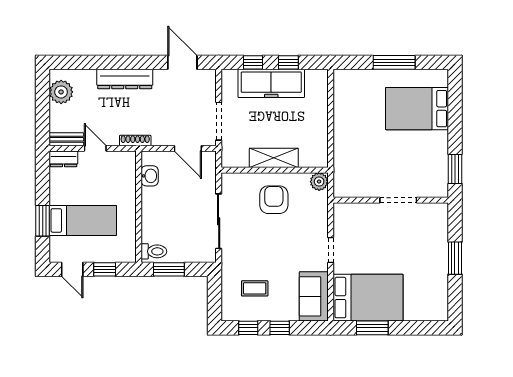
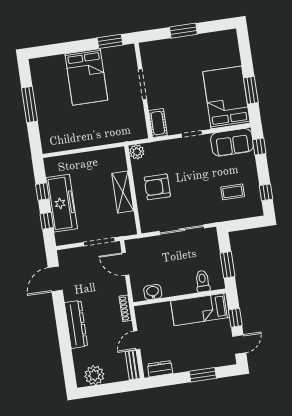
bed: (417, 109) -> (86, 77), moved
door: (188, 148) -> (125, 264), swing flipped
dresser: (63, 159) -> (160, 369), moved, turned -90
cot: (350, 212) -> (158, 123), added
bed: (83, 220) -> (200, 309), moved, turned -90
toilet: (154, 251) -> (203, 281), moved
coffee table: (255, 288) -> (233, 192), turned 90
window: (280, 328) -> (259, 147), moved

